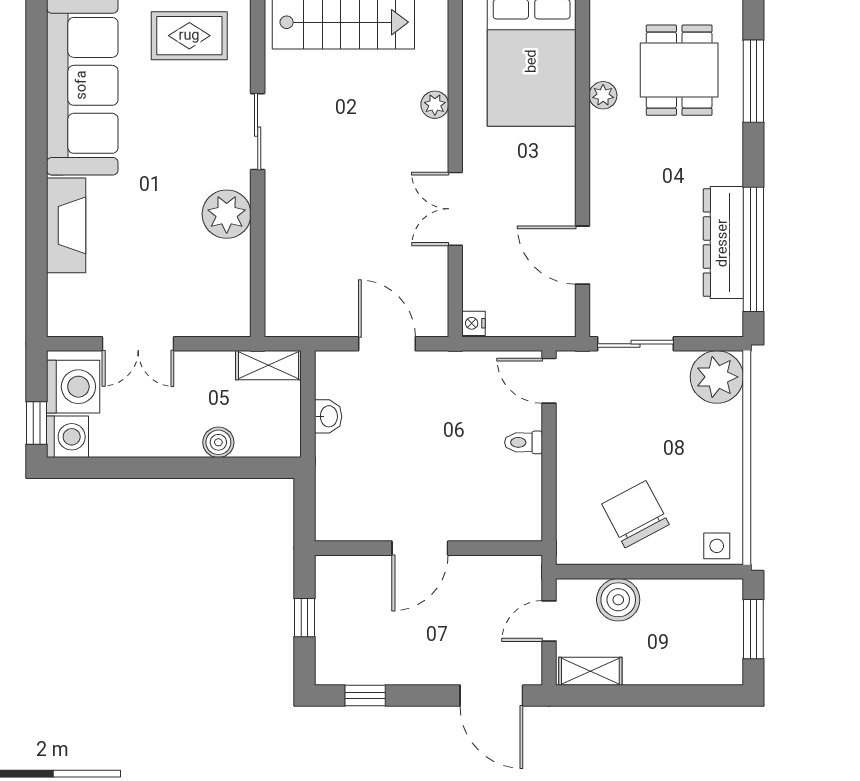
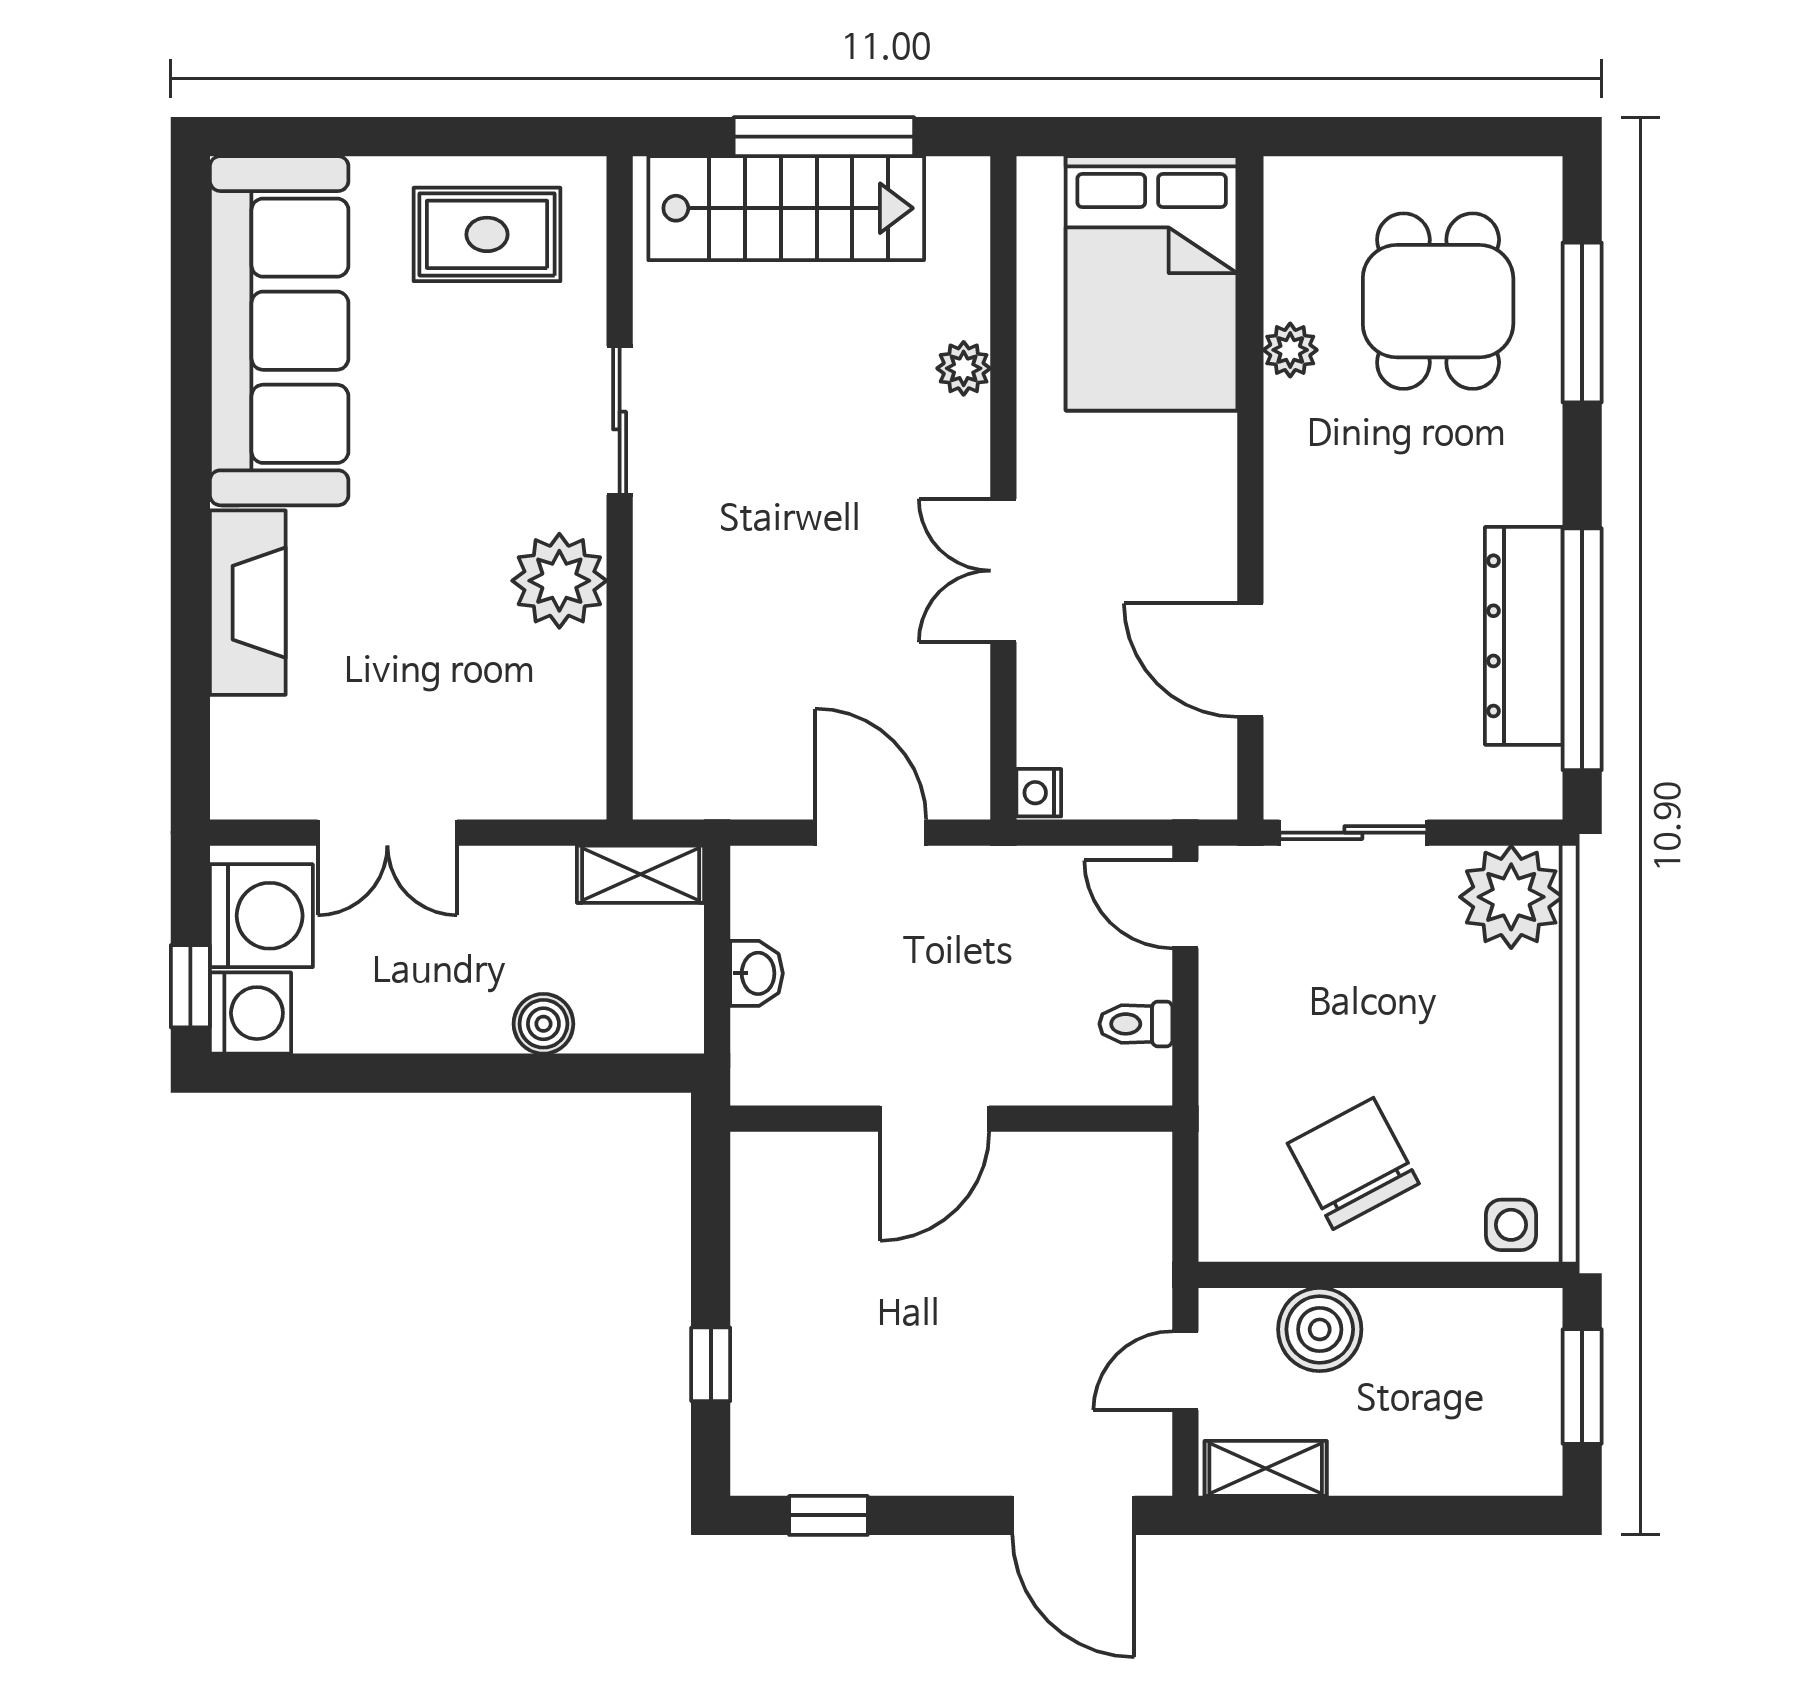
door: (420, 548) -> (935, 1119), moved
wall: (428, 548) -> (951, 1119), moved

